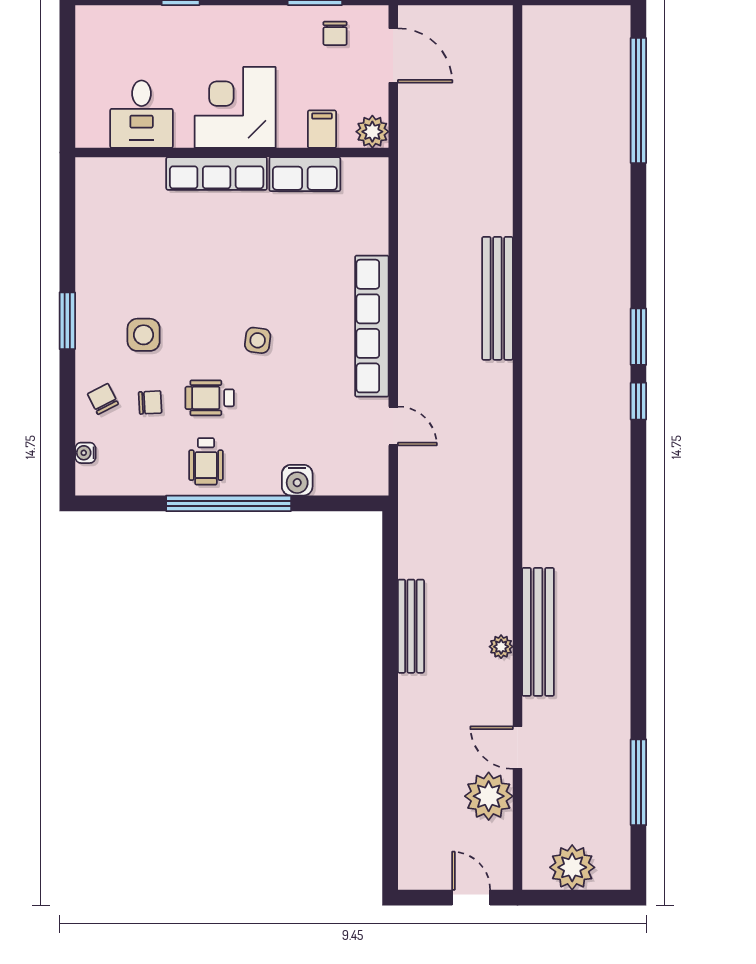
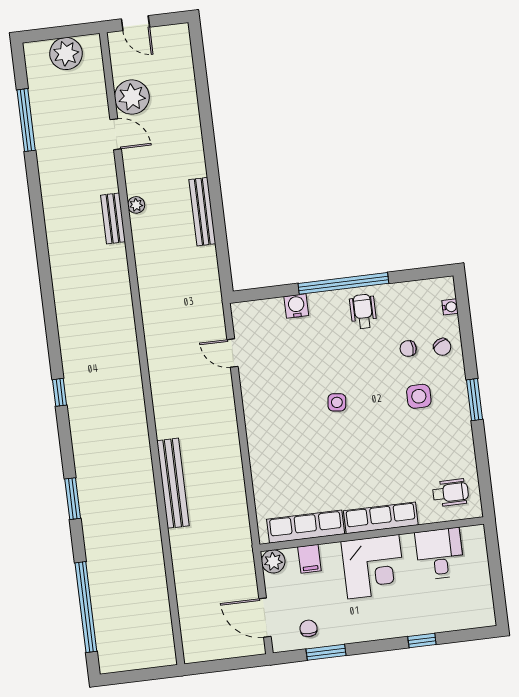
row of seats: (305, 174) -> (306, 527), width x1.48
bench: (497, 298) -> (173, 483), moved
row of seats: (372, 326) -> (257, 423), removed
window: (638, 337) -> (73, 499), moved
wheelchair: (210, 398) -> (450, 493), moved
bench: (538, 632) -> (113, 218), width x0.54, depth x0.82

